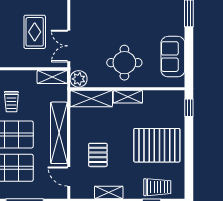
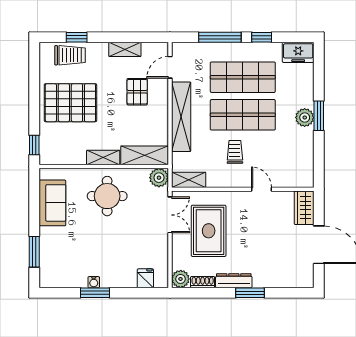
rug: (35, 32) -> (209, 231), width x1.36, depth x1.43
door: (69, 177) -> (170, 67), swing flipped
trolley: (157, 187) -> (70, 55), turned 180

